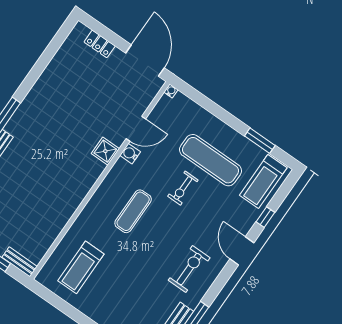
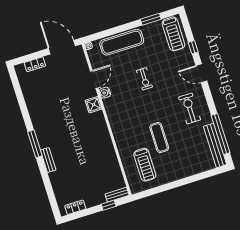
exercise mat: (210, 160) -> (122, 42), moved
exercise mat: (133, 211) -> (159, 138), moved

